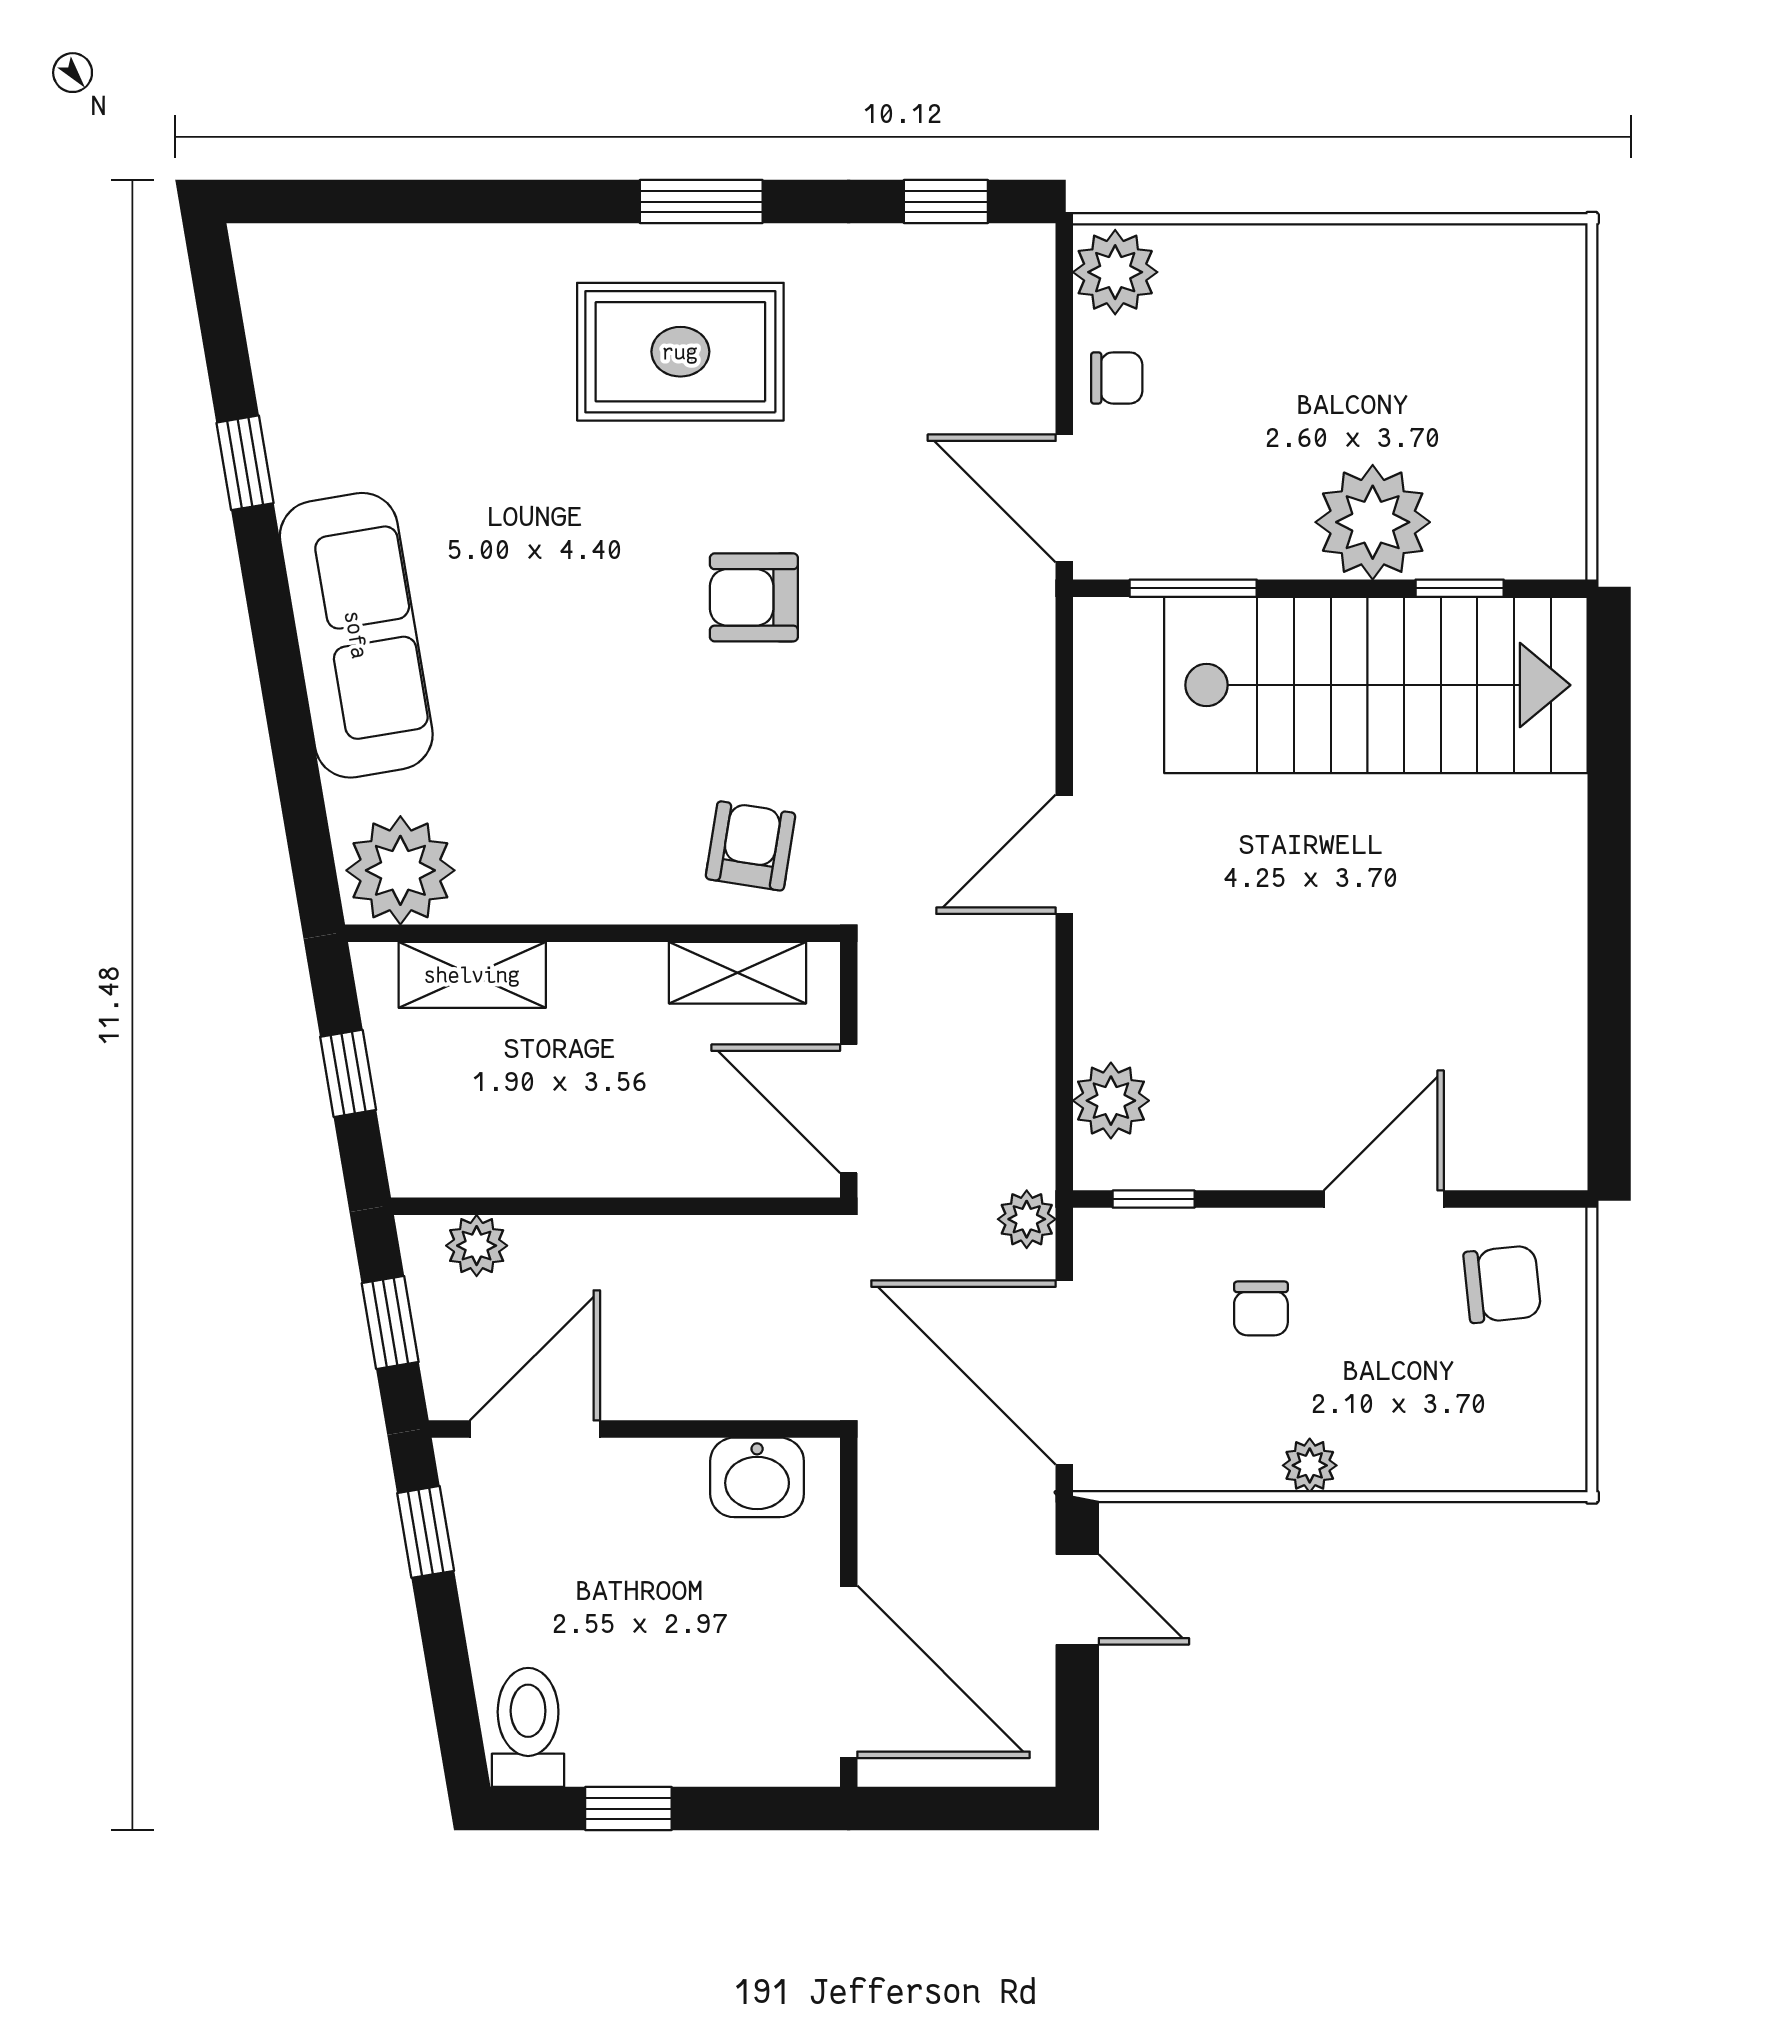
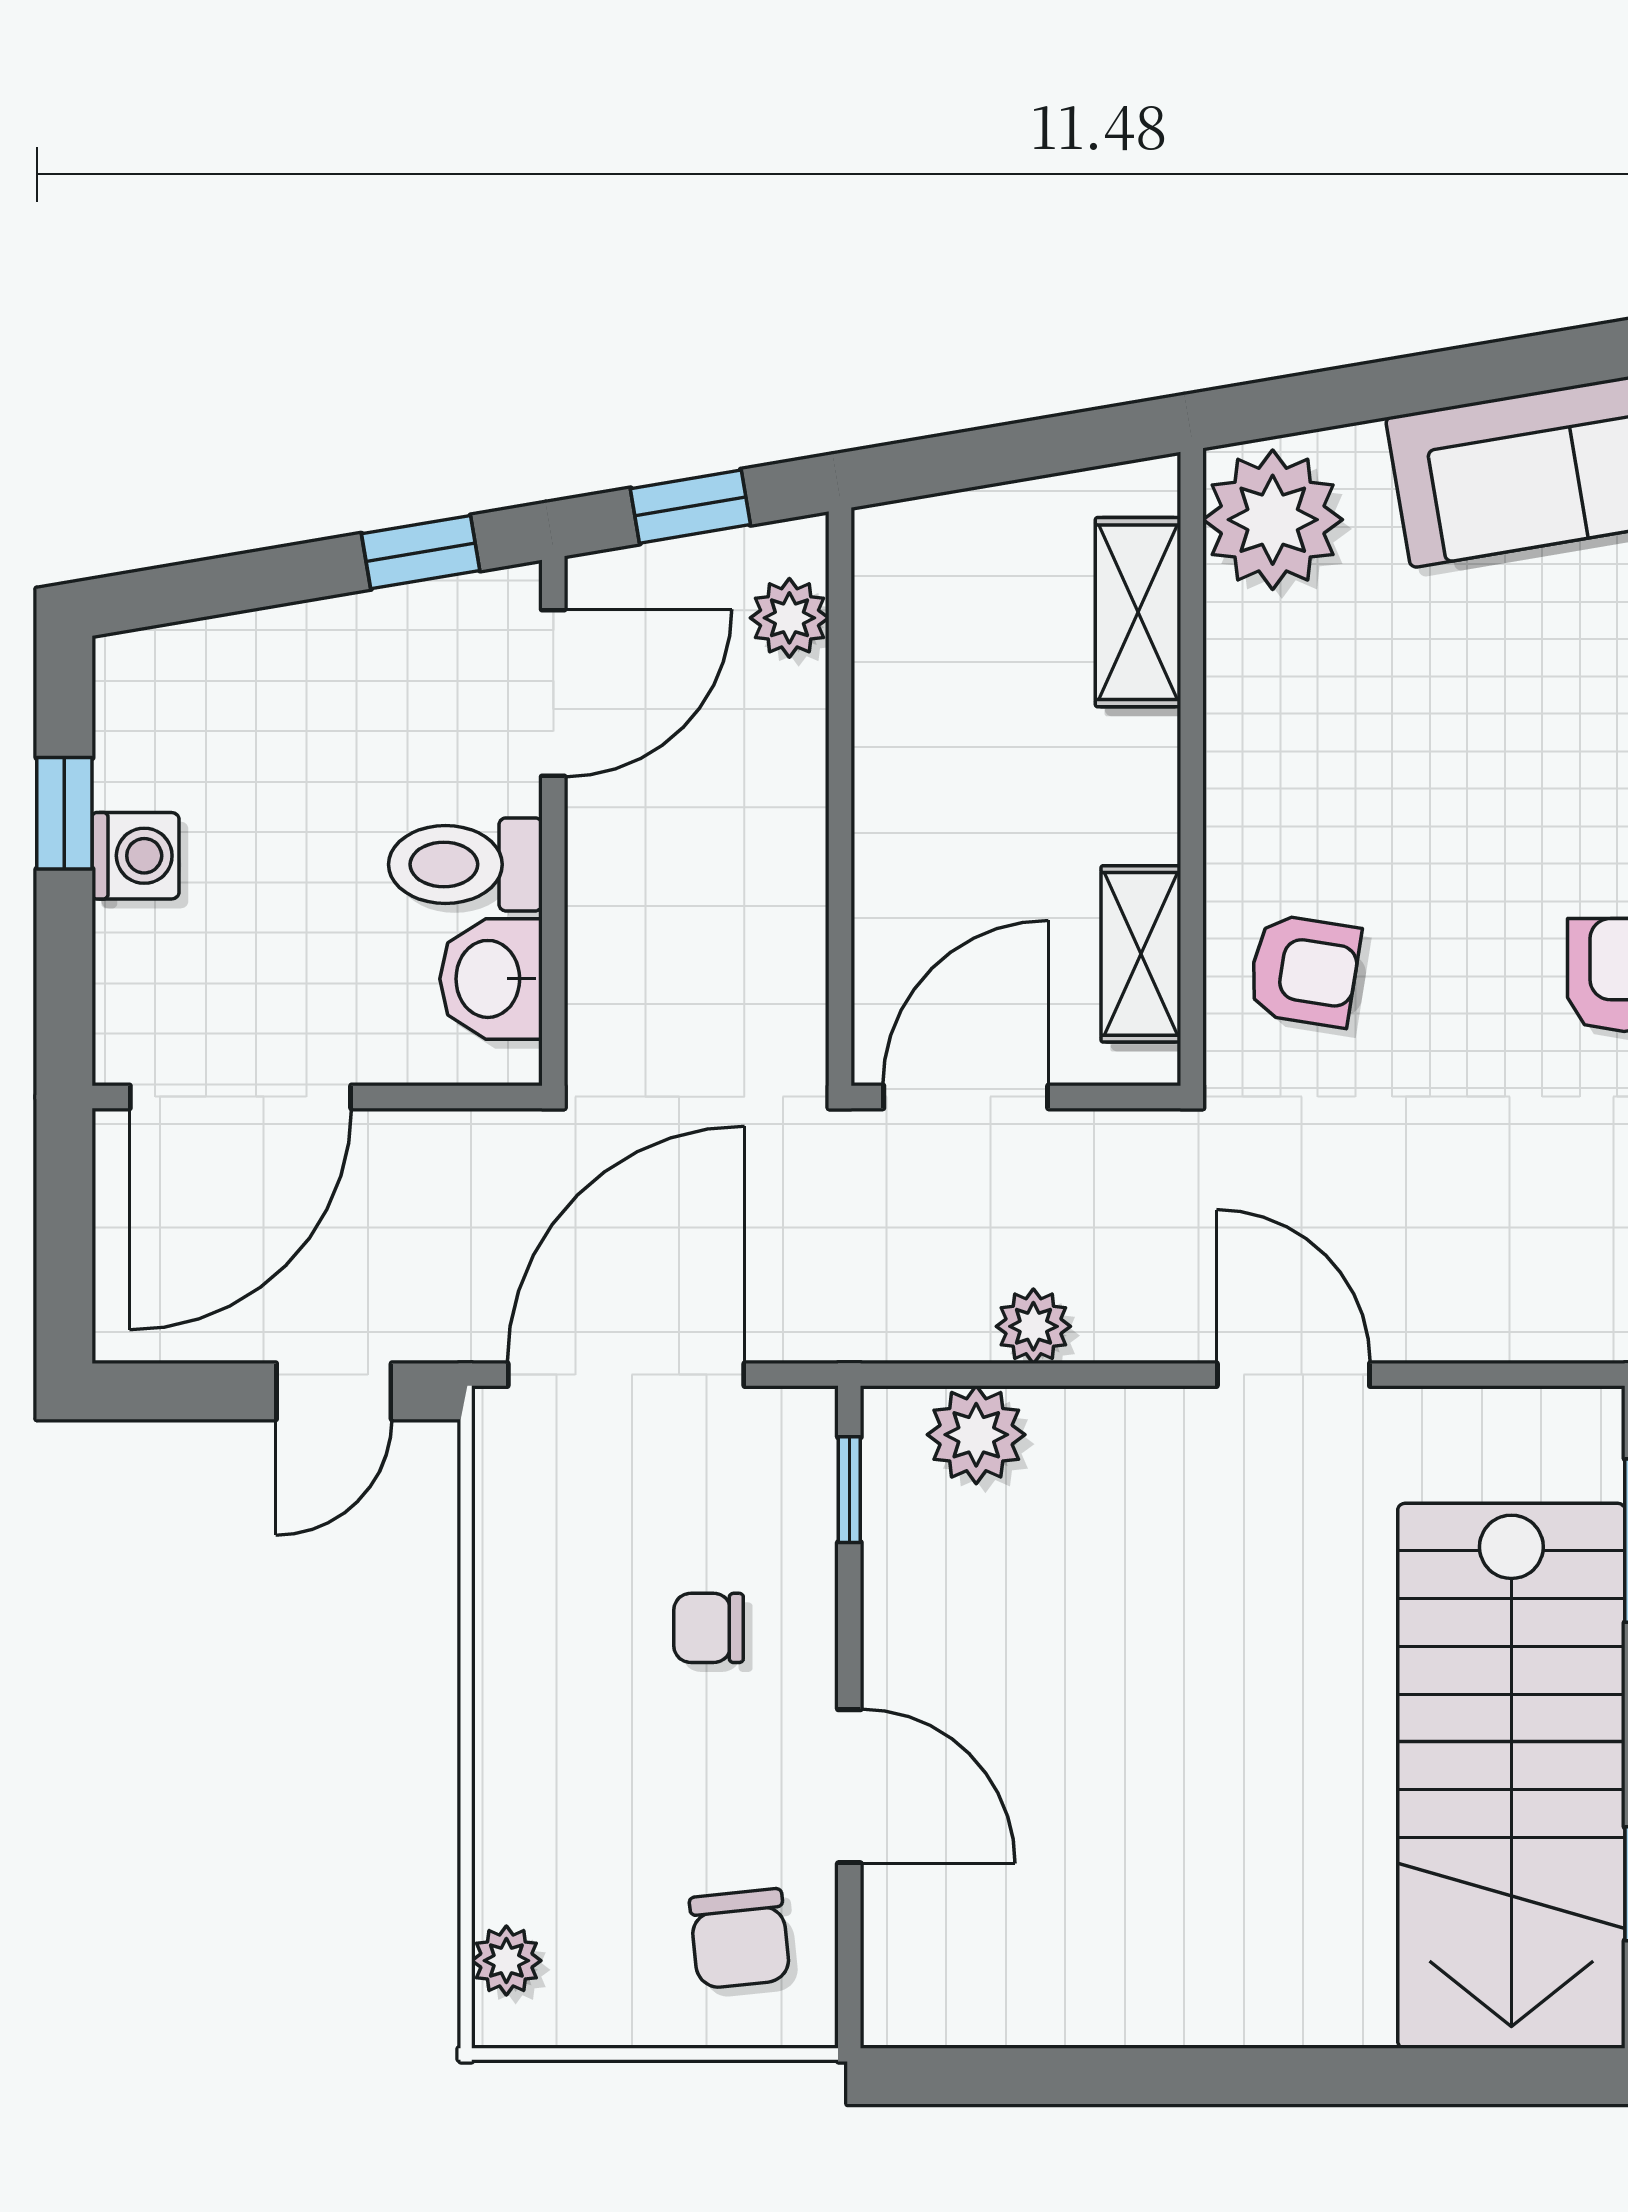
window: (348, 1073) -> (1011, 452), removed
plant: (1027, 1219) -> (1033, 1326), moved
door: (535, 1429) -> (553, 693), hinge flipped
plant: (1310, 1465) -> (506, 1961), moved
toilet: (528, 1727) -> (465, 864), moved, turned 180
washing machine: (661, 1753) -> (136, 856), added

